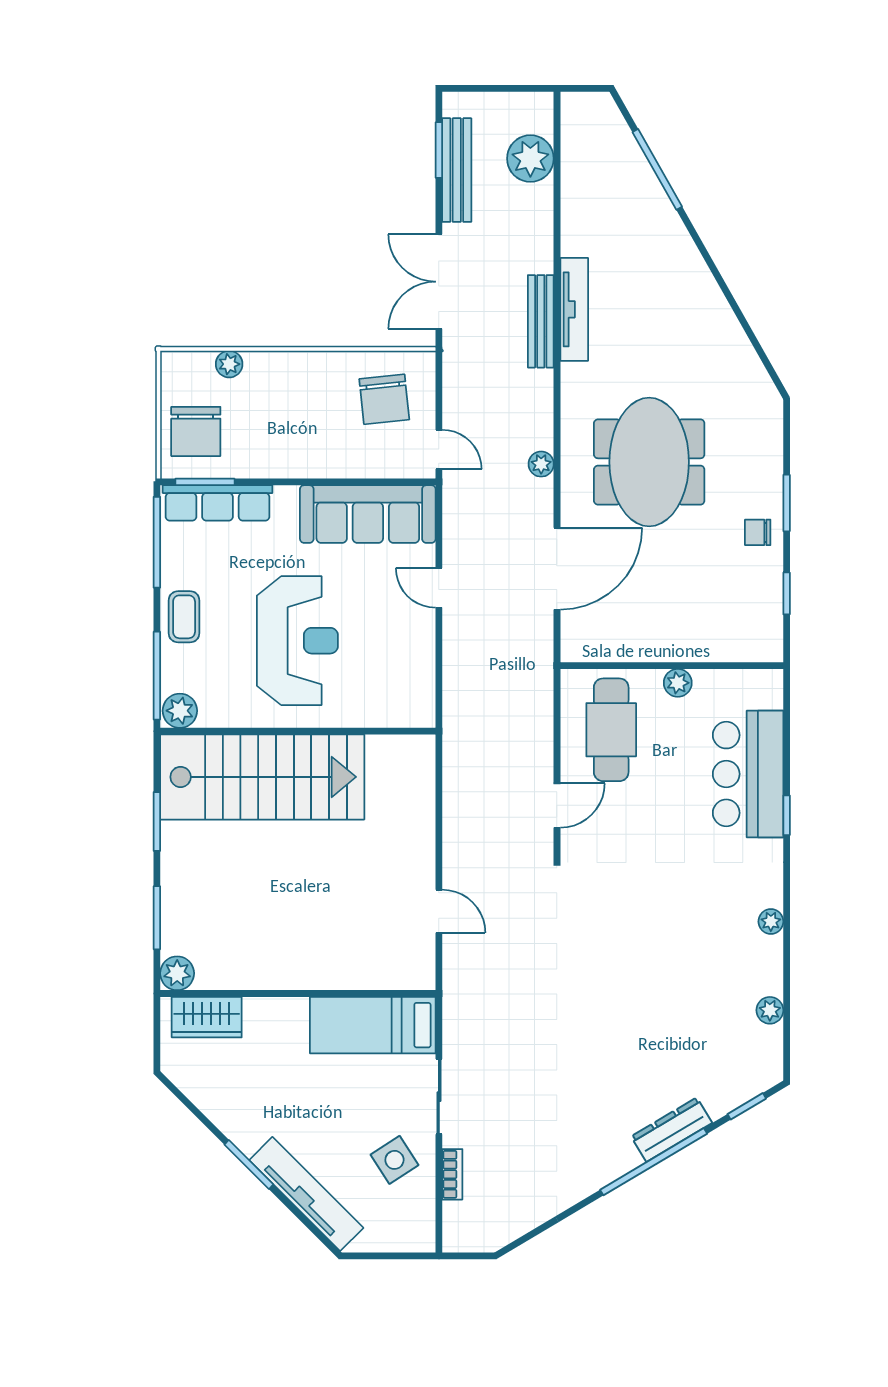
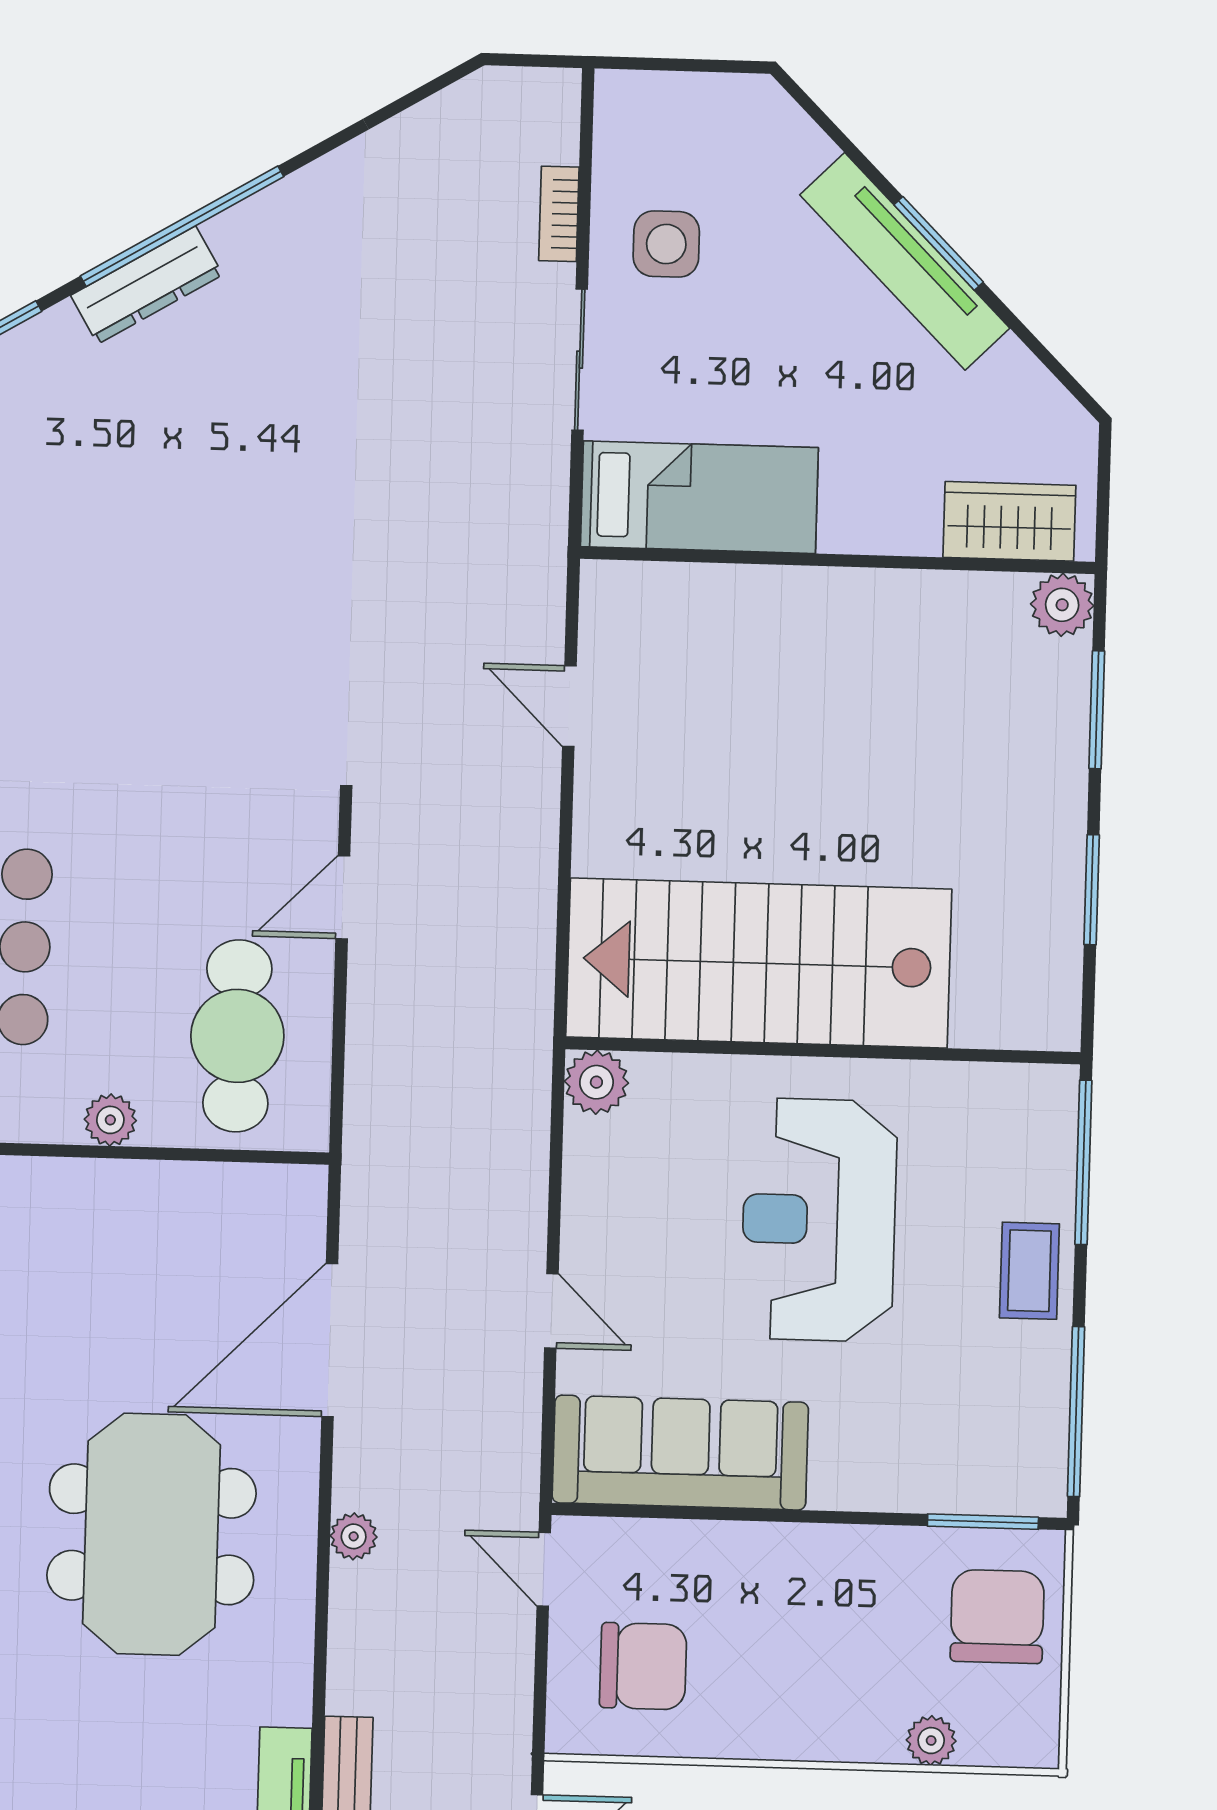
chair: (384, 399) -> (643, 1666), turned 96
row of seats: (218, 503) -> (961, 1482), removed
plant: (180, 711) -> (596, 1082), moved
stairs: (262, 777) -> (759, 963), moved
side table: (394, 1160) -> (666, 244), turned 33
tv unit: (306, 1194) -> (905, 261), moved

